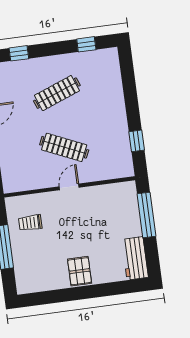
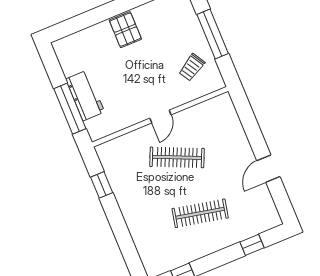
clothes rail: (57, 93) -> (200, 213), turned 33
trolley: (30, 223) -> (192, 67), turned 149
workbench: (135, 258) -> (85, 96), moved

